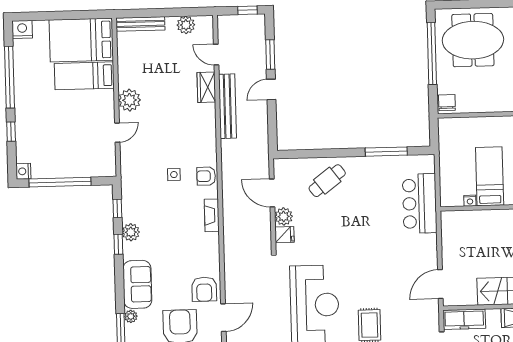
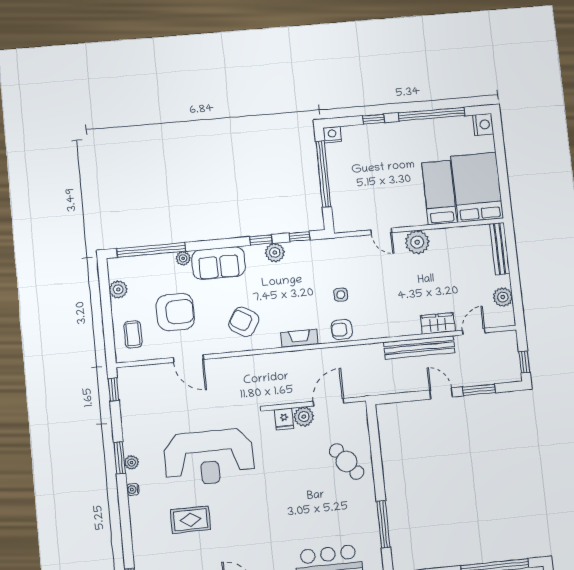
armchair: (206, 176) -> (342, 329), turned -90
armchair: (204, 289) -> (244, 322), moved, turned 32

